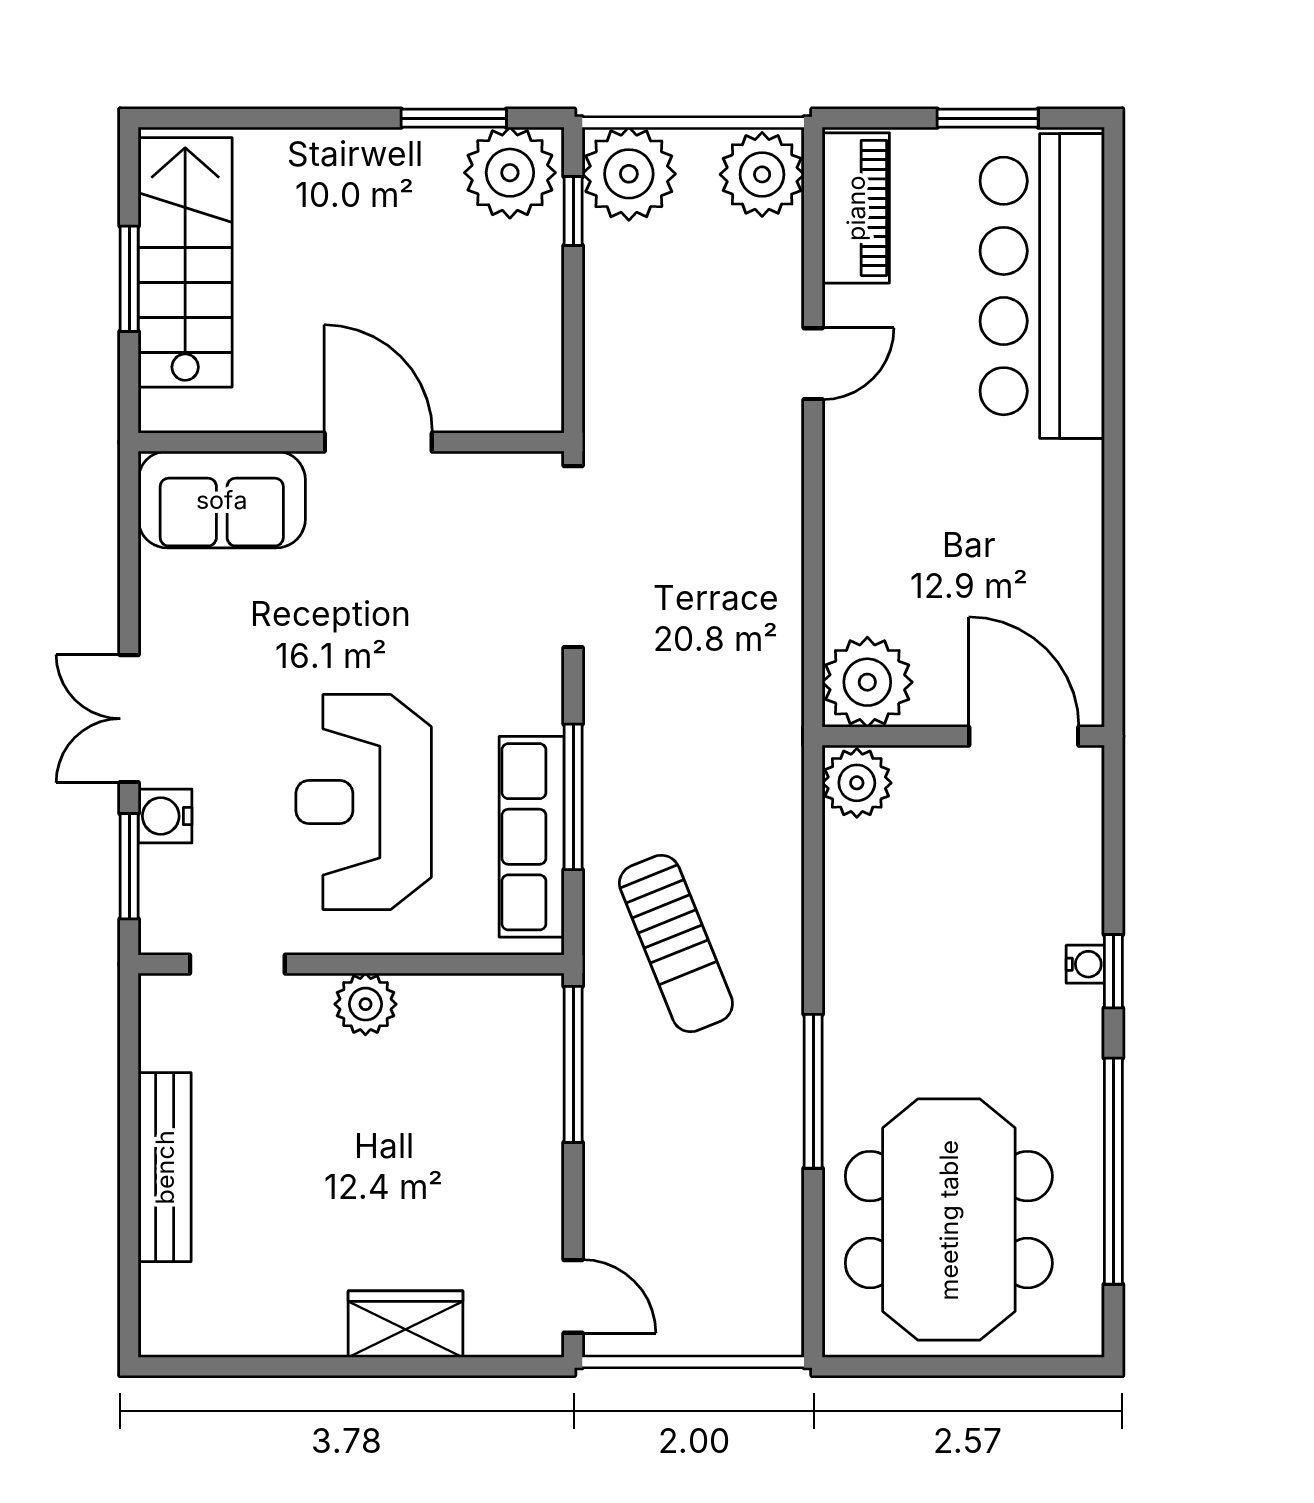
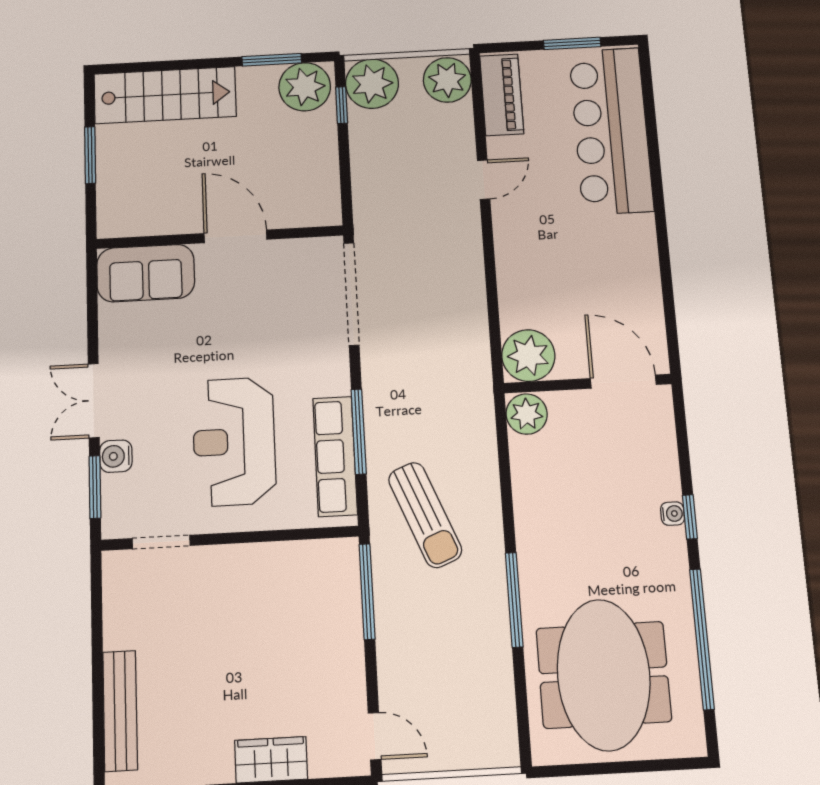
stairs: (185, 262) -> (165, 95), moved, turned 90
plant: (365, 1004) -> (239, 562), removed
bench: (165, 1167) -> (120, 711), moved

